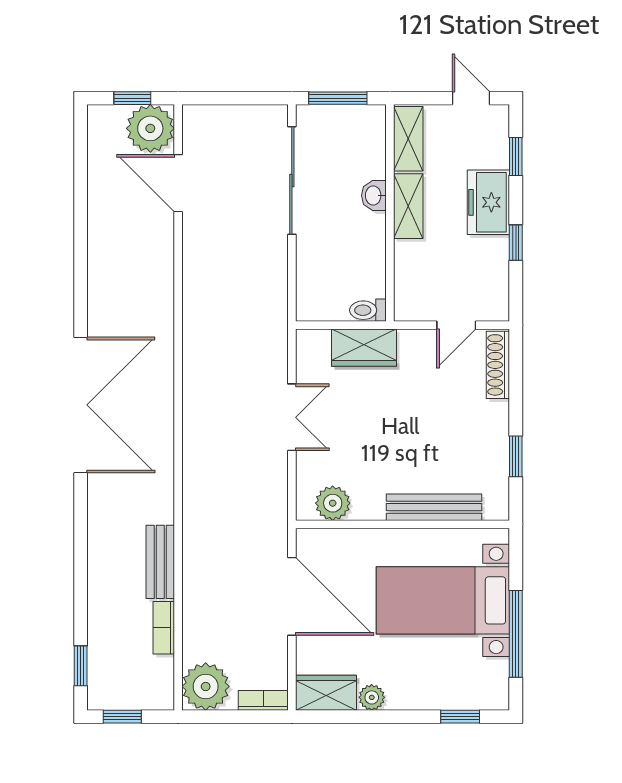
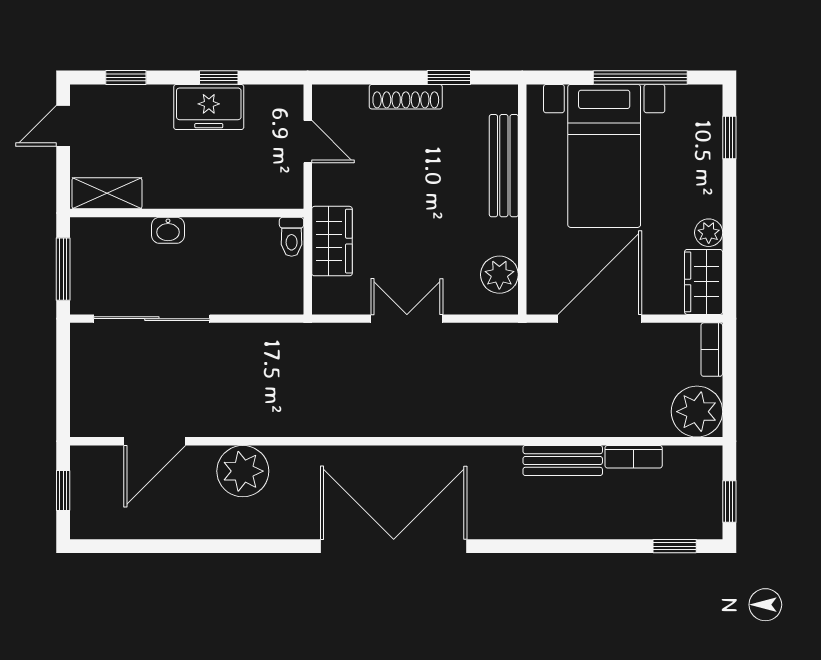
plant: (150, 128) -> (243, 471), moved
freezer: (488, 202) -> (209, 107), moved
shelving: (408, 206) -> (179, 193), removed
shoe rack: (498, 365) -> (406, 97), moved

